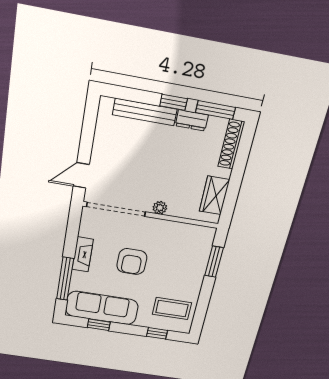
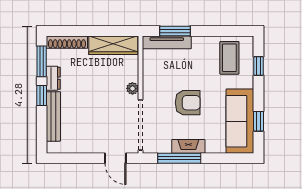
wardrobe: (214, 195) -> (113, 45), width x1.50
tv unit: (204, 251) -> (167, 42), added
window: (65, 279) -> (179, 158), moved

